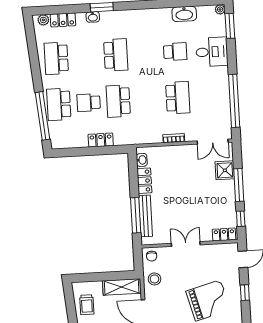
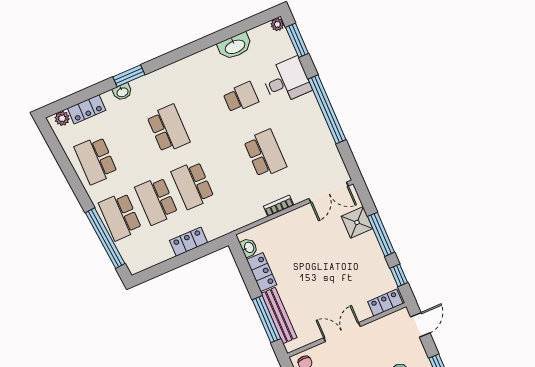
window: (234, 101) -> (327, 109), moved
school desk: (89, 103) -> (156, 201), width x1.85

